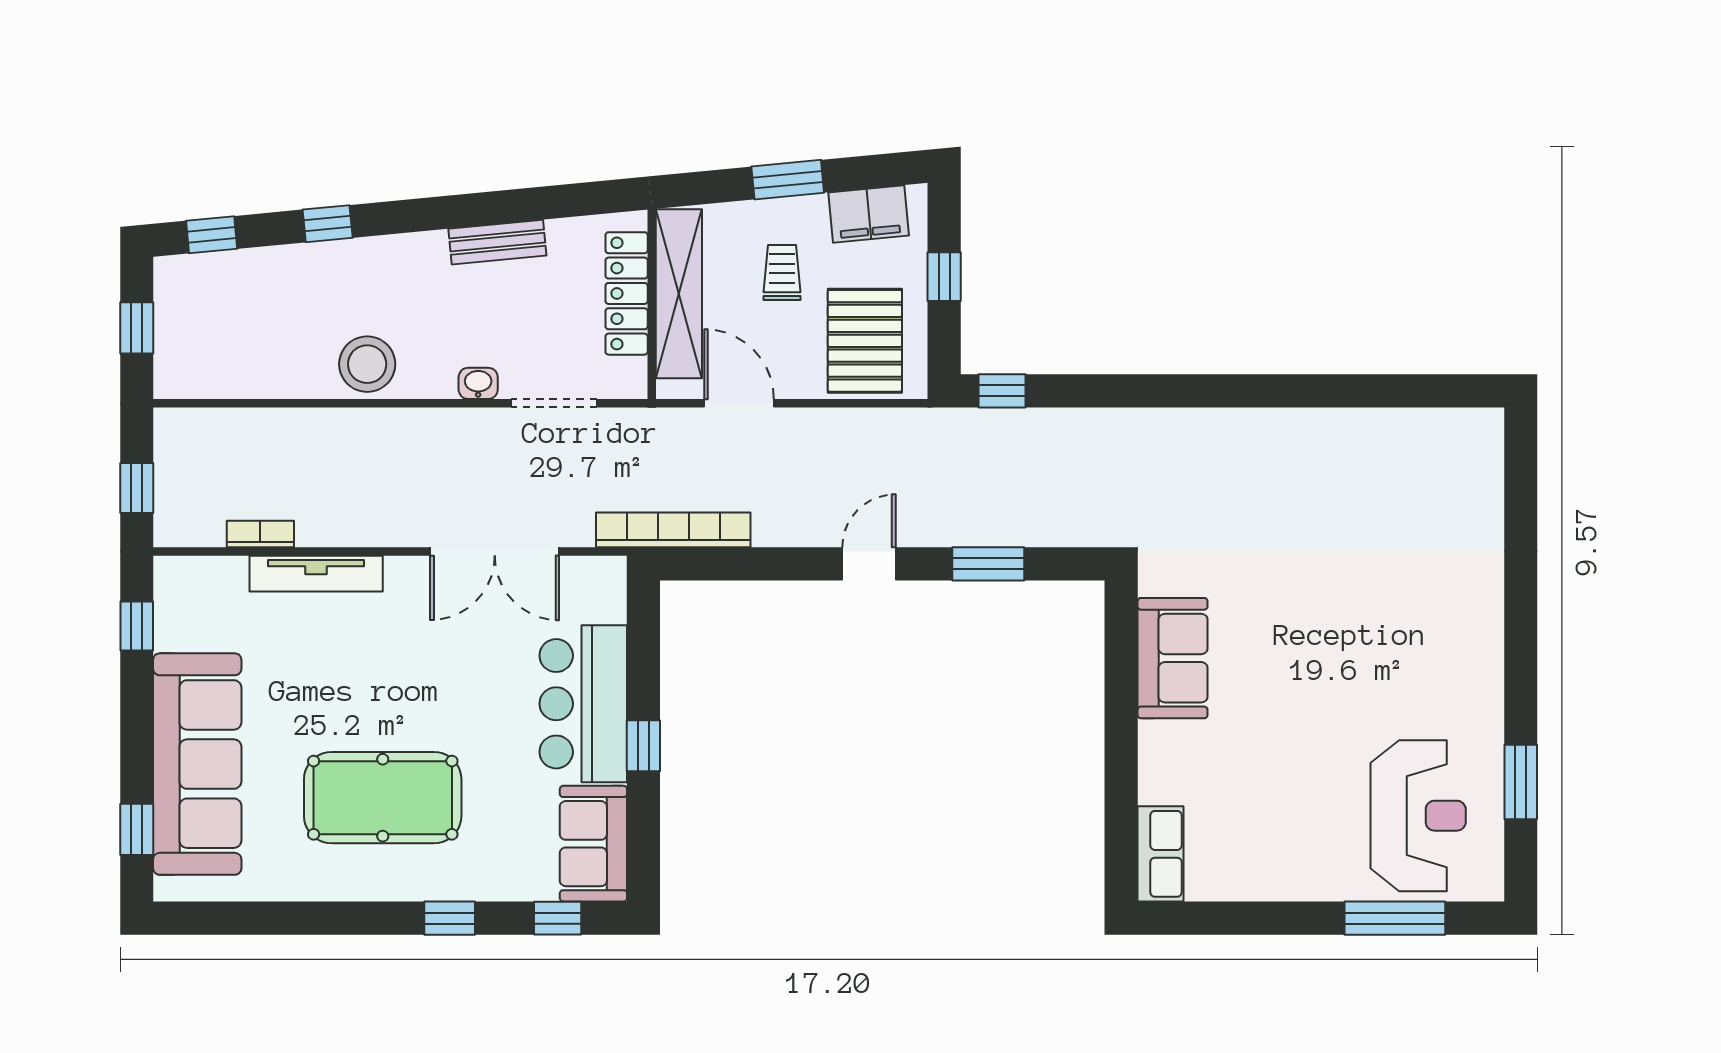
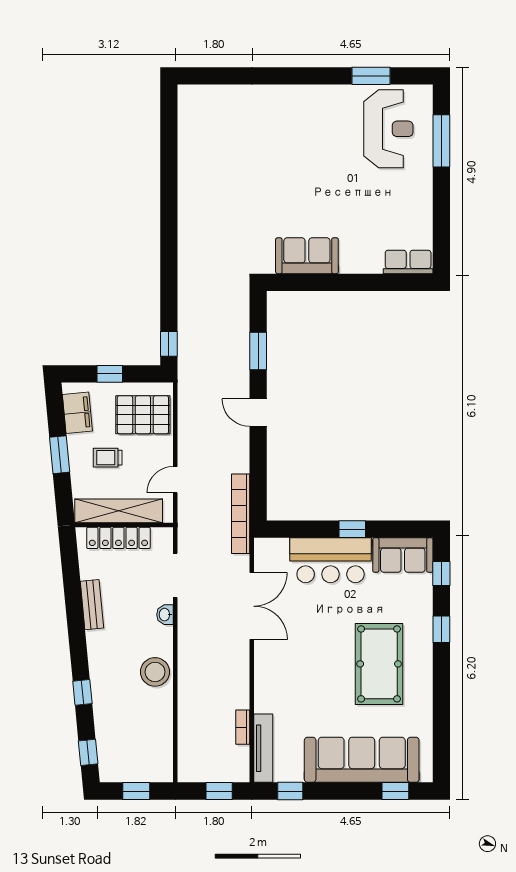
door: (739, 403) -> (175, 480), width x0.73
tv unit: (316, 574) -> (263, 748), moved
reception desk: (1418, 816) -> (388, 129), turned 90

